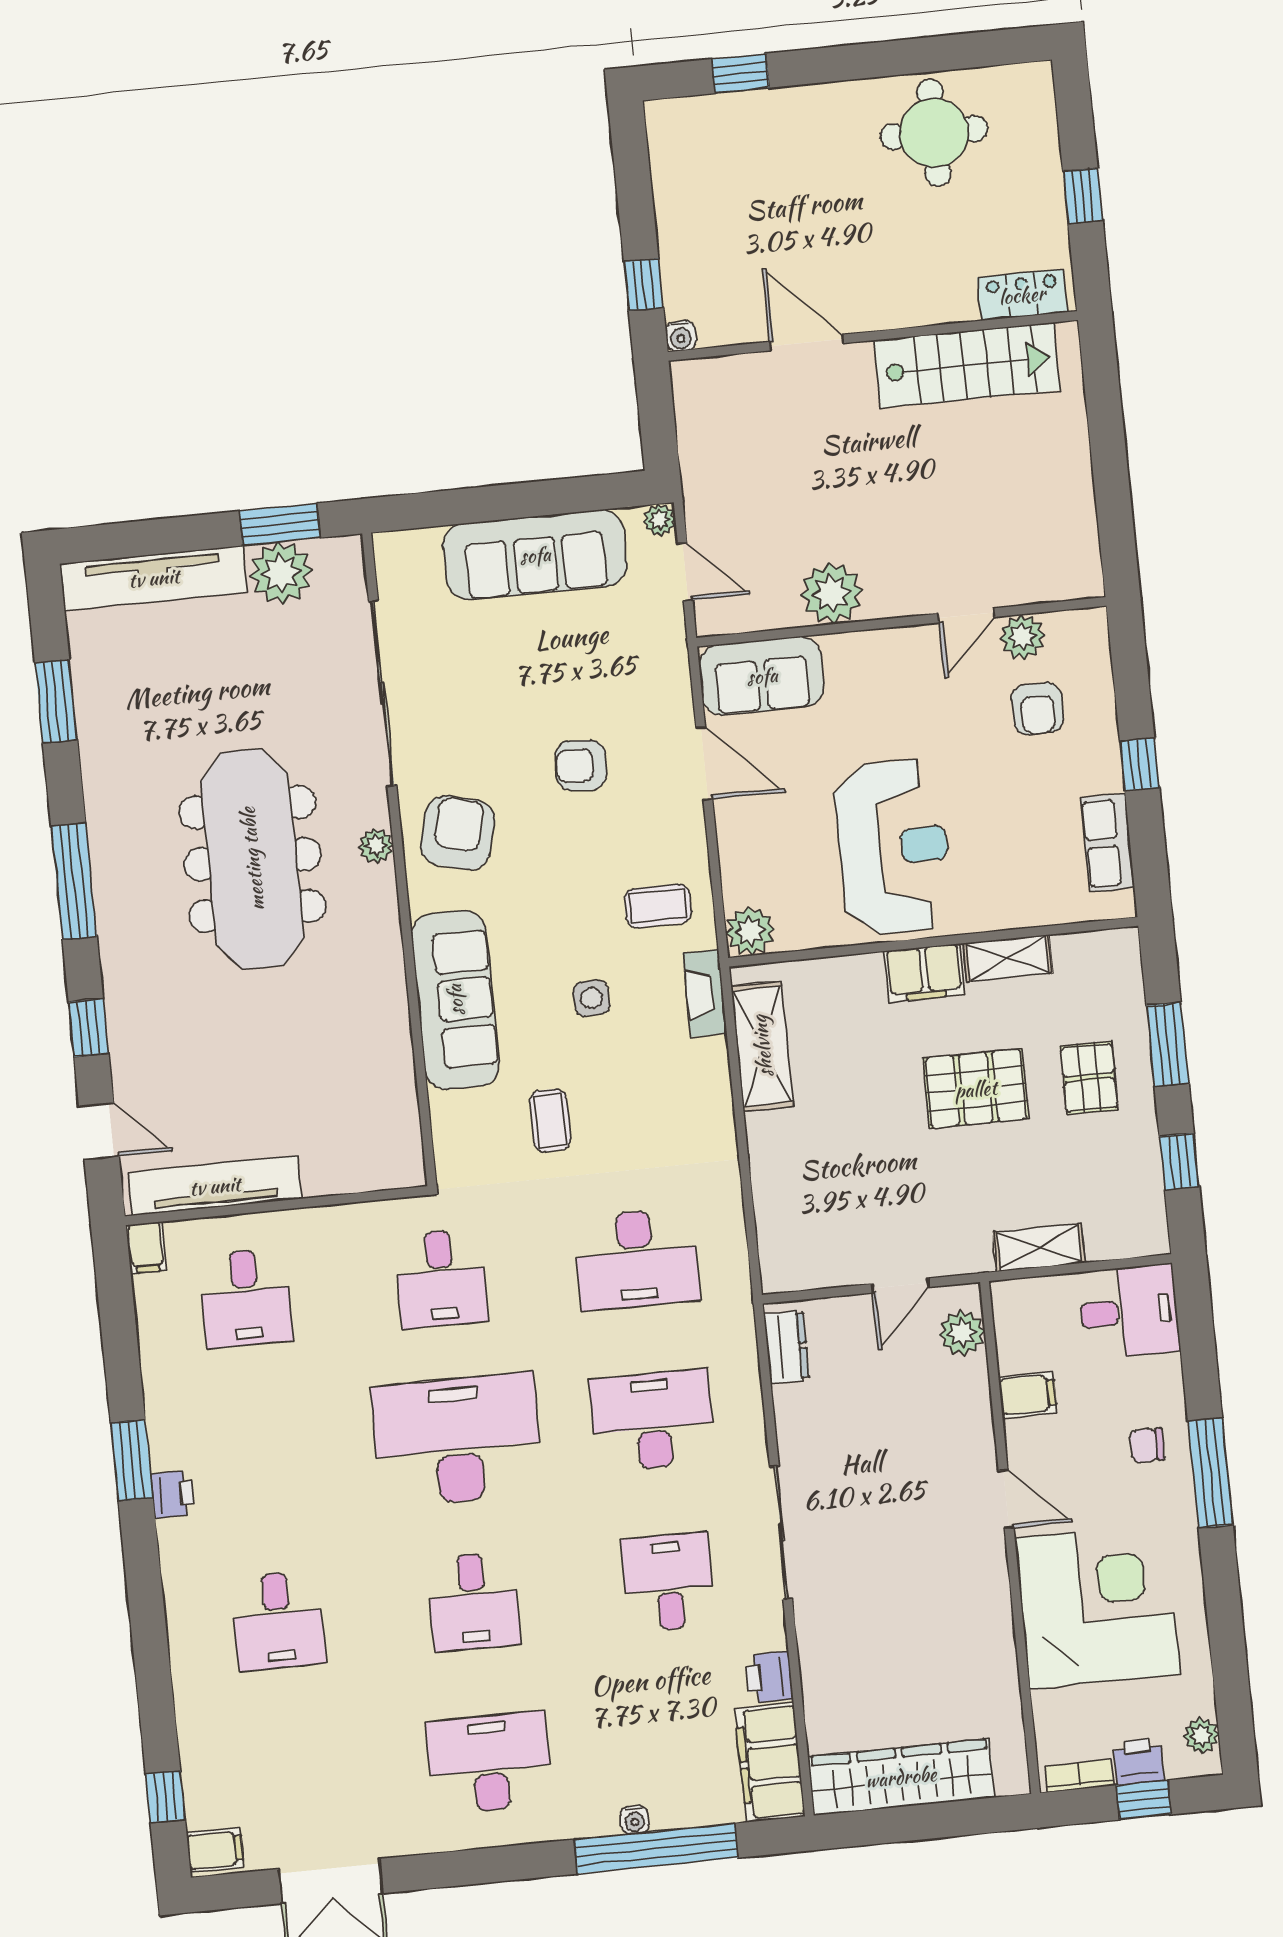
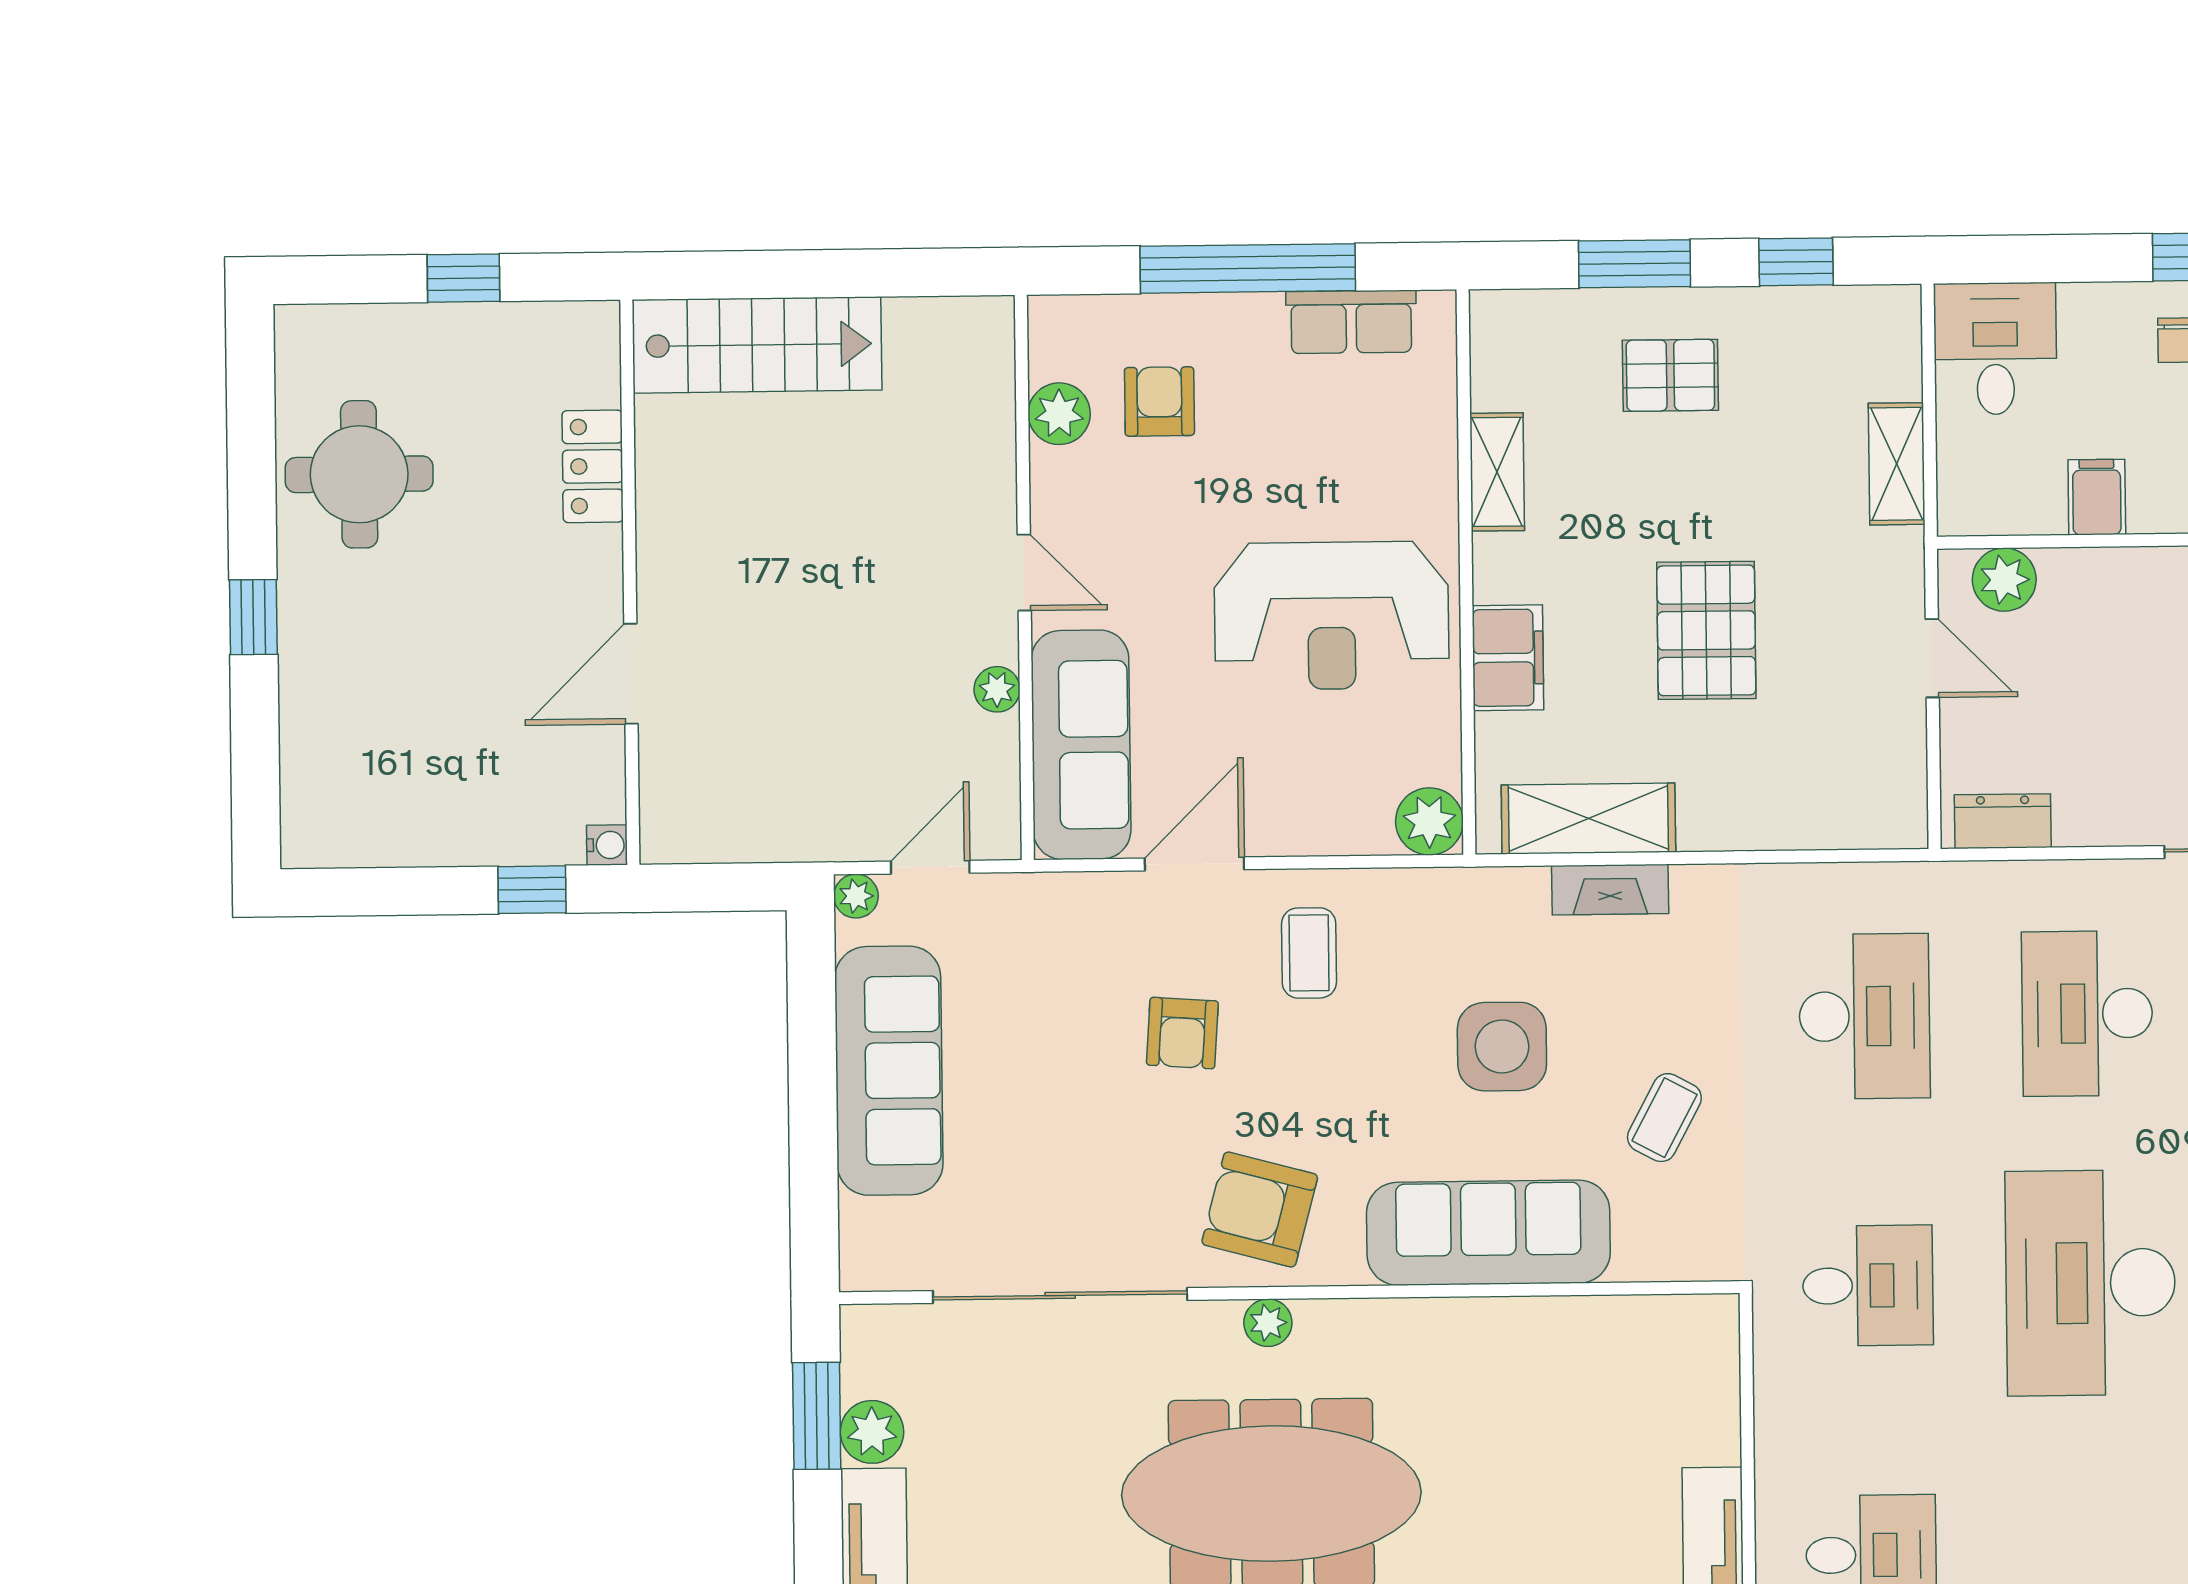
window: (740, 73) -> (253, 617), moved
locker: (1022, 295) -> (593, 466), moved
stairs: (967, 365) -> (757, 345), moved, turned 90
plant: (281, 573) -> (872, 1432), width x0.73, depth x0.73
plant: (831, 593) -> (997, 689), width x0.53, depth x0.53
door: (966, 615) -> (1024, 572), moved
sofa: (762, 676) -> (1081, 745), width x1.36
armchair: (1038, 709) -> (1159, 402), turned -90
window: (1140, 764) -> (1248, 268), width x3.17
reception desk: (893, 847) -> (1332, 616), turned 180
coffee table: (658, 906) -> (1309, 953), moved
filing cabinet: (924, 973) -> (1508, 658), moved
fireplace: (705, 993) -> (1610, 890), moved
side table: (591, 998) -> (1502, 1047), width x1.87, depth x1.87
pallet: (976, 1089) -> (1706, 630), moved
coffee table: (550, 1120) -> (1664, 1118), turned -62

